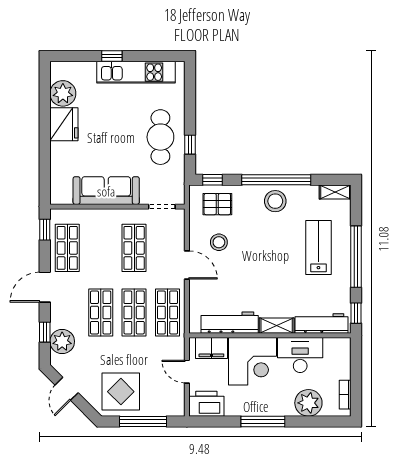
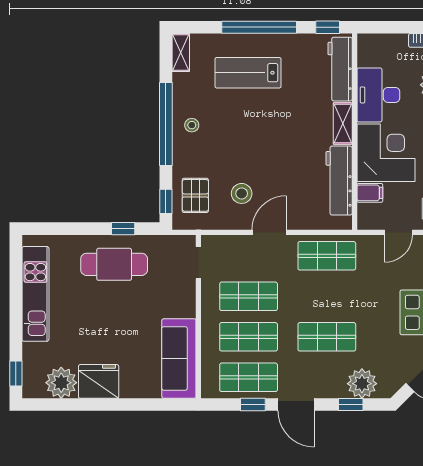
window: (112, 56) -> (16, 373), moved
sofa: (106, 191) -> (179, 358), moved
stool: (275, 201) -> (192, 125), width x0.53, depth x0.53
window: (45, 230) -> (253, 405), moved
shop shelf: (134, 312) -> (249, 337), moved
filing cabinet: (211, 348) -> (370, 193), width x0.50

